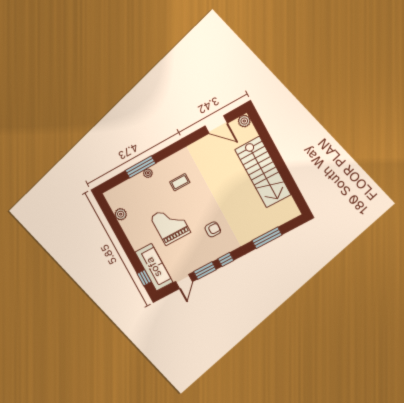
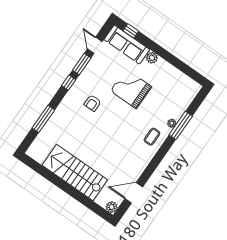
coffee table: (180, 182) -> (152, 137), moved
plant: (121, 214) -> (152, 58), moved
grand piano: (170, 225) -> (131, 89), turned 180

